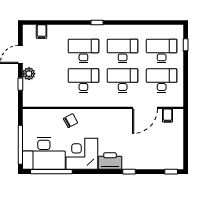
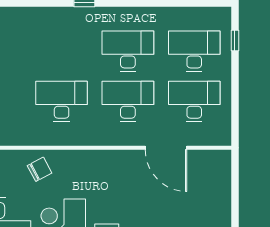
desk: (83, 51) -> (62, 51), removed
door: (145, 108) -> (166, 148), hinge flipped
filing cabinet: (168, 116) -> (204, 161), removed

